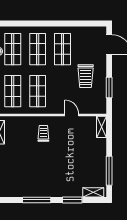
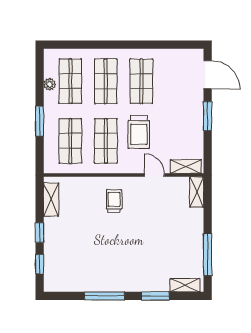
trolley: (86, 76) -> (139, 132), moved
window: (109, 87) -> (208, 116), moved
shelving: (94, 109) -> (186, 167), added

